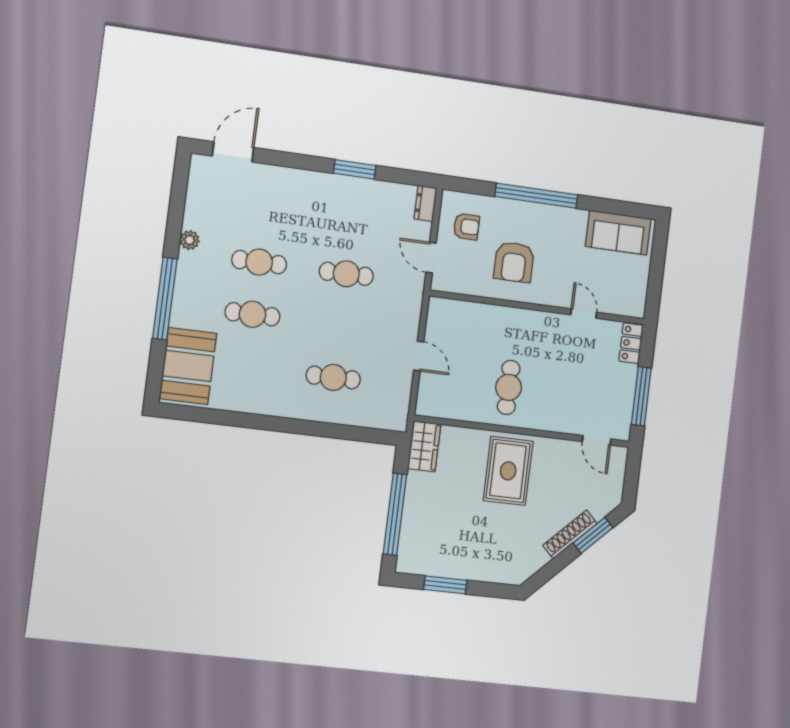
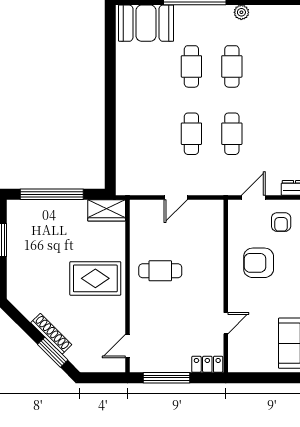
cafe table: (333, 377) -> (191, 134), moved

